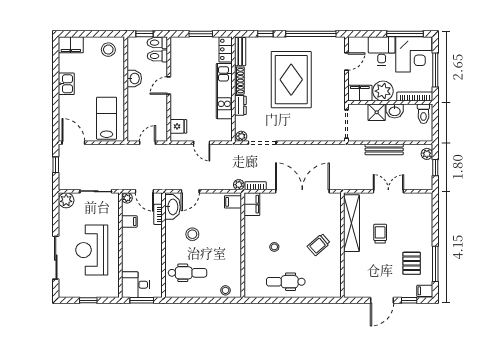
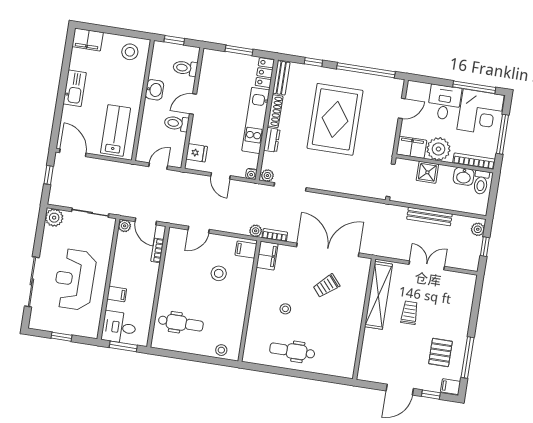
toilet: (157, 43) -> (176, 123), moved
kitchen sink: (66, 84) -> (75, 88), width x1.38
washbasin: (395, 111) -> (464, 176), moved
water cooler: (228, 137) -> (251, 174), added
washbasin: (172, 207) -> (175, 244), removed
filing cabinet: (129, 221) -> (117, 294), moved
stool: (192, 234) -> (219, 273), moved
trolley: (319, 245) -> (326, 286), moved

